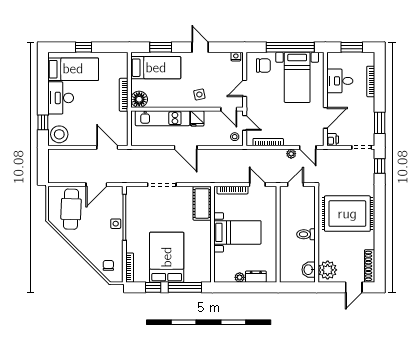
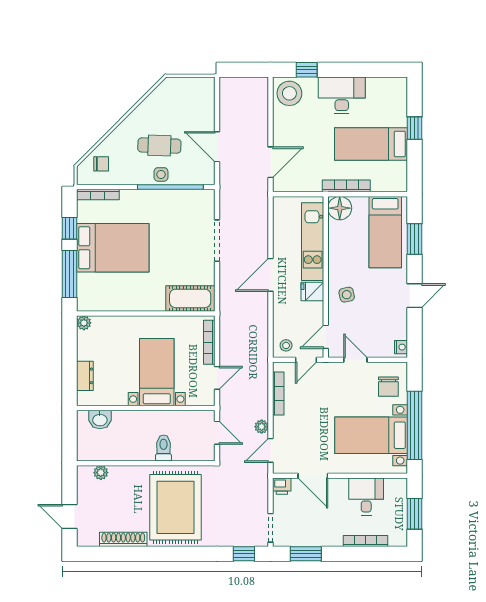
bed: (73, 69) -> (371, 144), moved, turned 90
cafe table: (71, 209) -> (159, 146), moved, width x0.73, depth x0.74
bed with nightstands: (237, 232) -> (157, 372), moved, turned 180
toilet: (306, 234) -> (164, 448), moved
shoe rack: (370, 266) -> (123, 539), moved
washbasin: (309, 270) -> (100, 419), moved, turned 180
plant: (328, 270) -> (101, 473), width x0.53, depth x0.53
plant: (240, 277) -> (84, 323), moved

